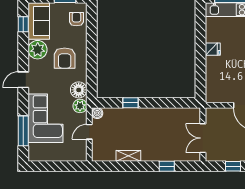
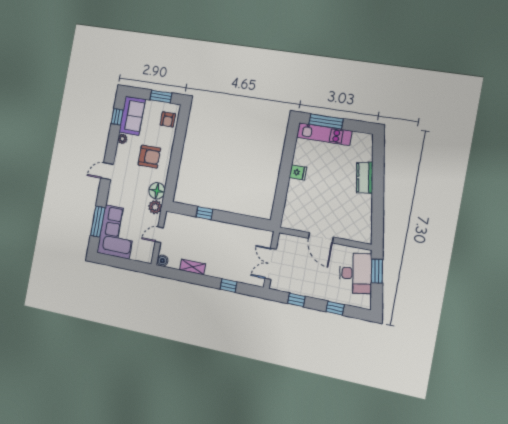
armchair: (76, 19) -> (168, 119), turned 180
plant: (38, 50) -> (122, 139), width x0.53, depth x0.53
armchair: (65, 58) -> (149, 157), turned -90
boiler: (97, 113) -> (162, 261), moved
corner sofa: (46, 118) -> (117, 232), moved

